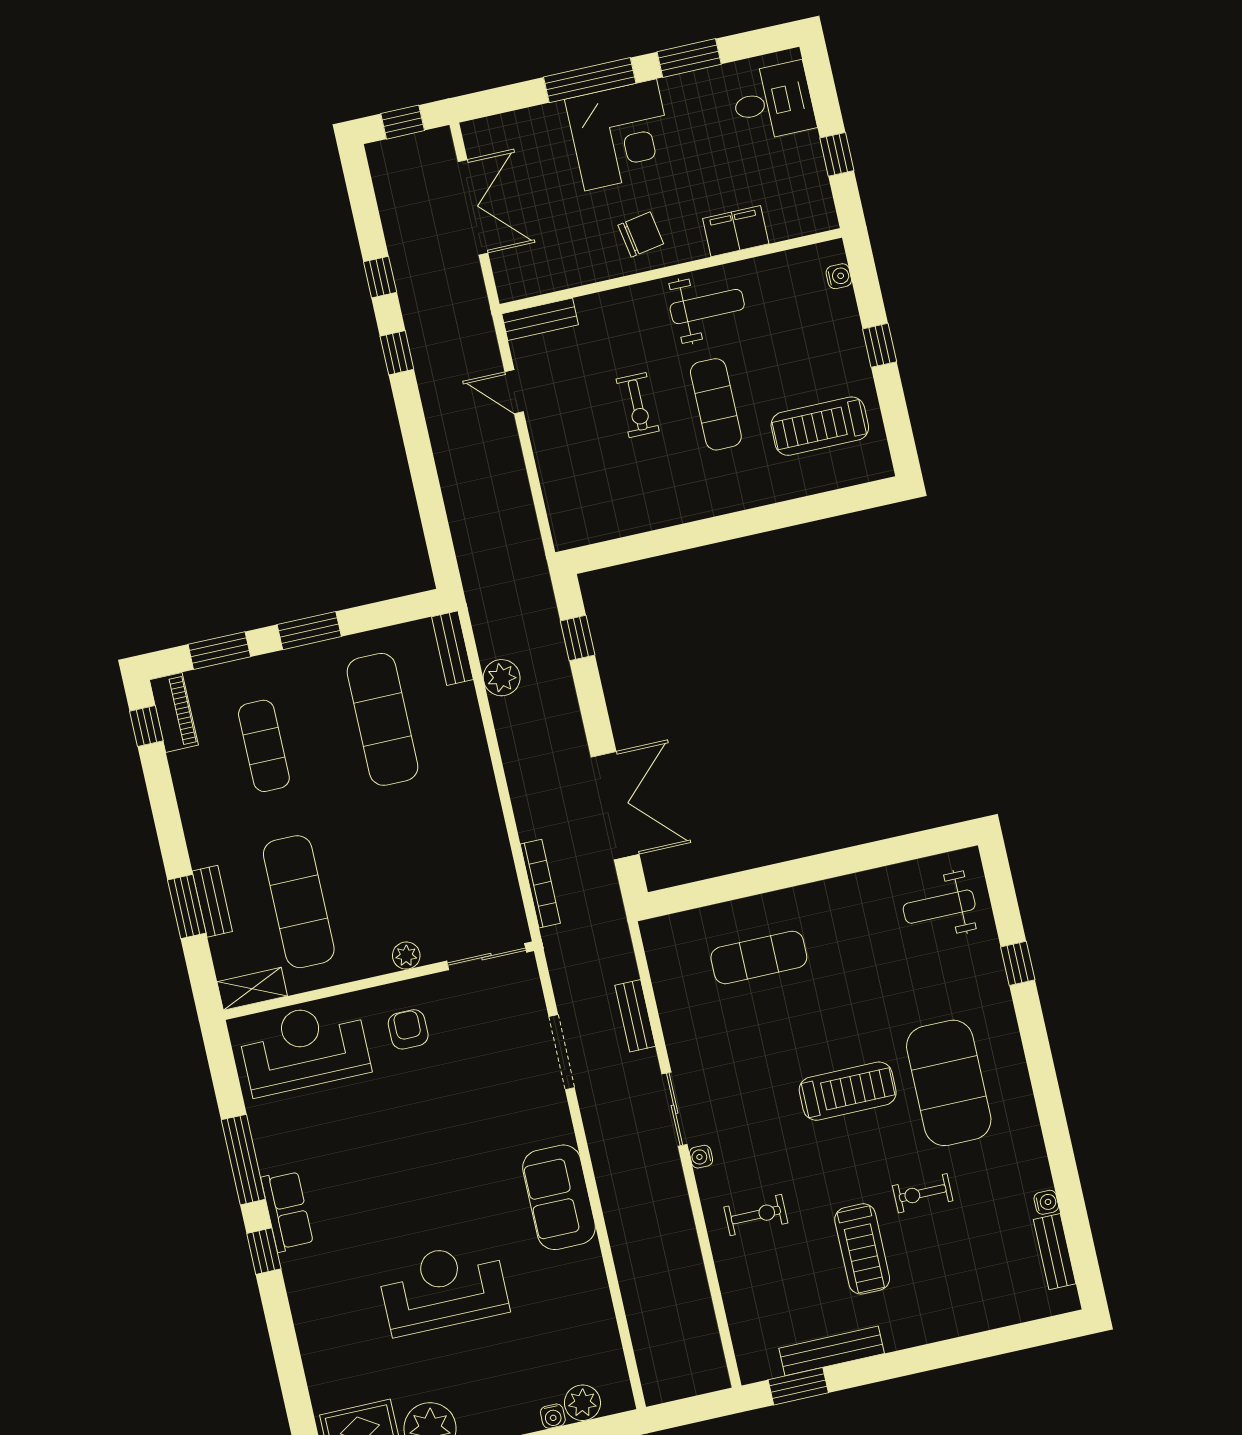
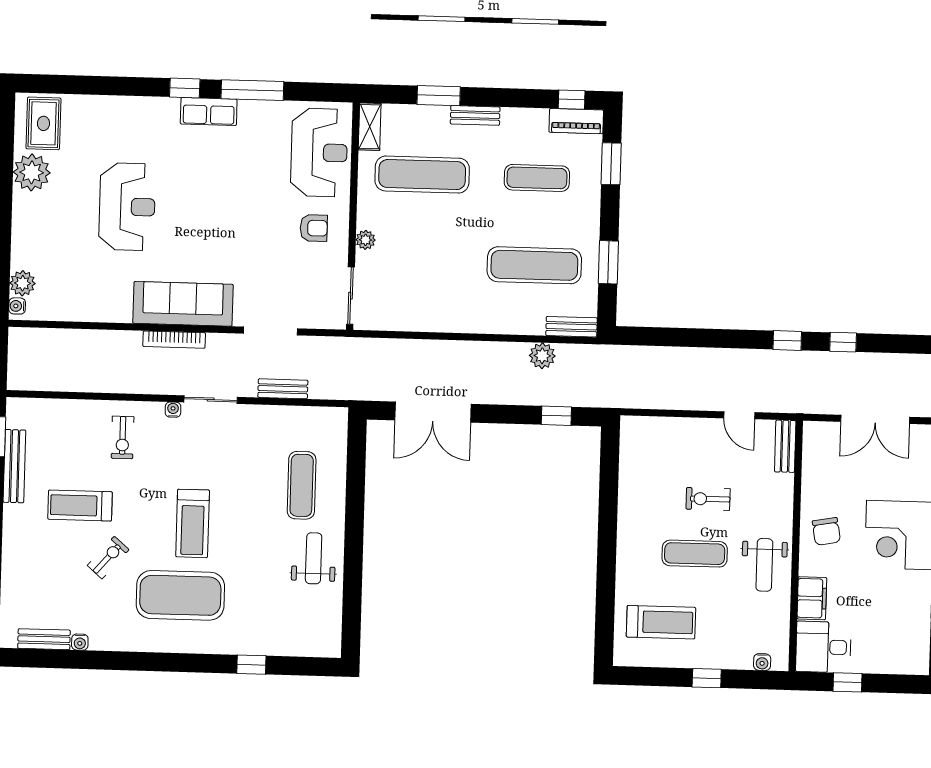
desk: (773, 102) -> (823, 647), moved, turned 90
door: (514, 392) -> (739, 415), swing flipped
treadmill: (820, 426) -> (661, 622), turned 90
window: (309, 631) -> (608, 262), moved
bookcase: (540, 884) -> (174, 340), moved
bench: (212, 901) -> (475, 115), moved
weight bench: (939, 907) -> (314, 558), moved
exercise bike: (923, 1193) -> (108, 558), turned 41
sofa: (559, 1197) -> (183, 304), width x1.36
water cooler: (553, 1416) -> (17, 306), moved

